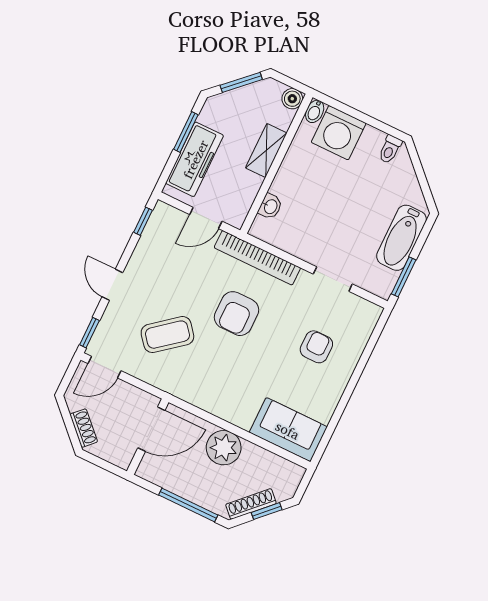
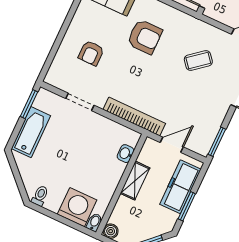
shelving: (266, 150) -> (135, 181), moved
window: (143, 221) -> (217, 142), width x1.50
armchair: (236, 314) -> (145, 37), moved, turned 90
coffee table: (167, 335) -> (198, 61), width x0.73, depth x0.77

